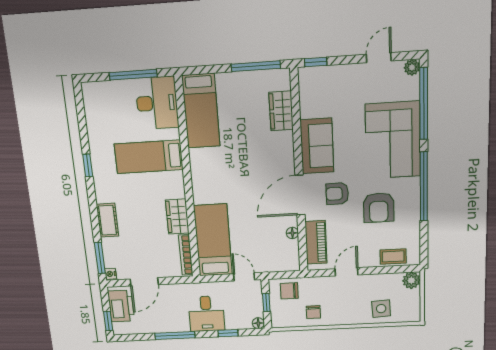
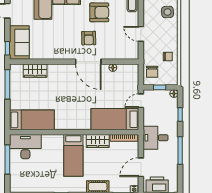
sofa: (317, 146) -> (19, 42), moved, turned 90
bed: (149, 157) -> (73, 155), moved
piano: (316, 242) -> (120, 53), removed
door: (144, 282) -> (141, 167), swing flipped
desk: (206, 314) -> (156, 138), moved, turned 180

